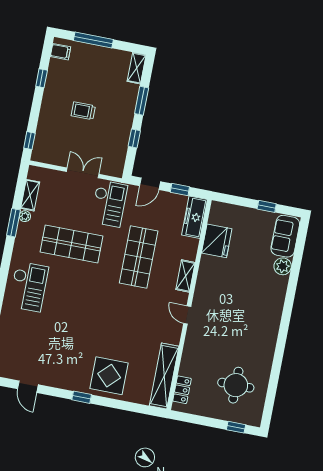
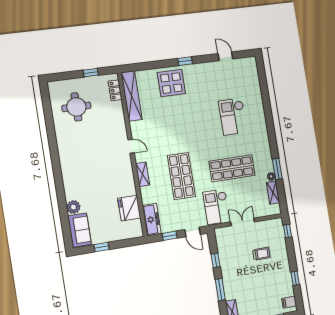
trolley: (83, 111) -> (261, 254), moved
double door: (83, 173) -> (243, 222), swing flipped
door: (150, 184) -> (193, 232), swing flipped
checkout: (28, 287) -> (233, 117), moved
window: (236, 427) -> (91, 73), moved

